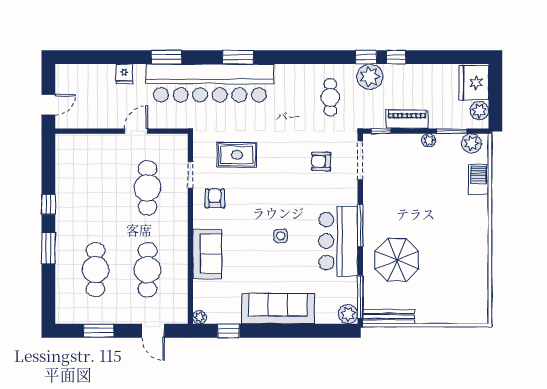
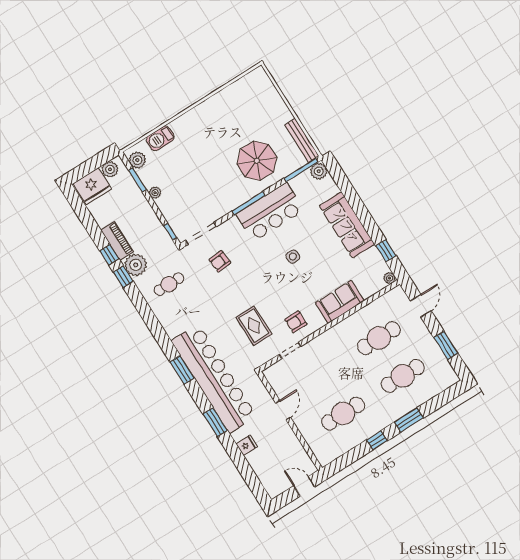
piano: (407, 119) -> (117, 241), moved, turned 180
door: (136, 131) -> (283, 410), swing flipped
armchair: (321, 161) -> (220, 261), turned 85
cafe table: (147, 188) -> (343, 414), moved

